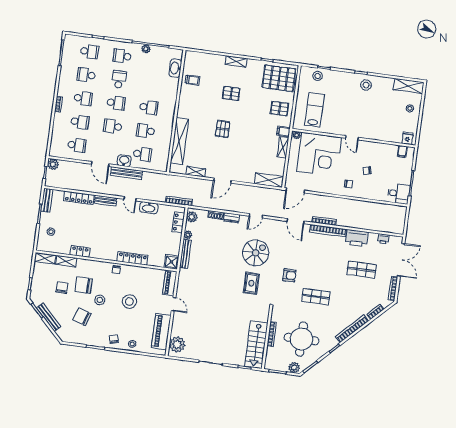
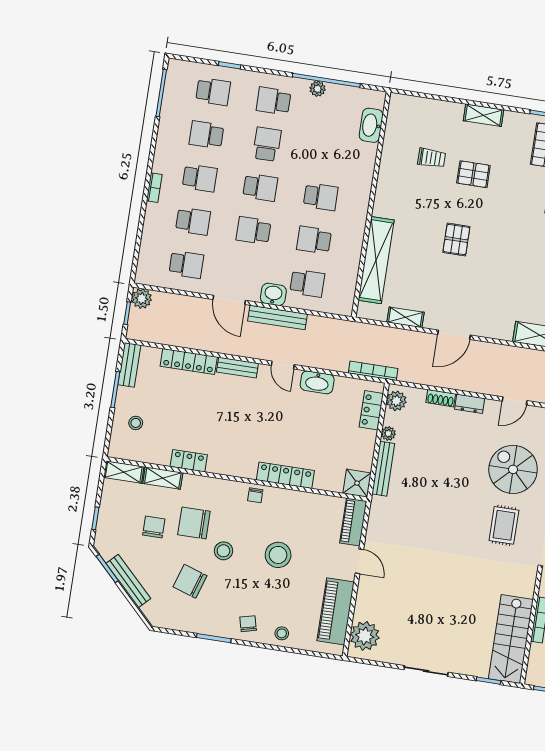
trolley: (192, 80) -> (432, 158), moved
spiral stairs: (256, 253) -> (513, 469), turned -90

